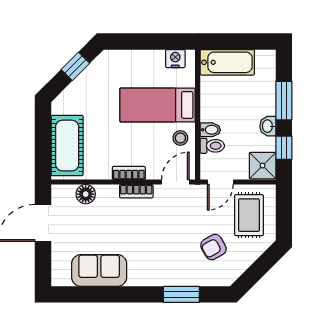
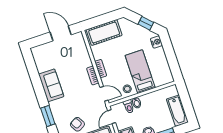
nightstand: (175, 59) -> (156, 42), moved
bathtub: (227, 62) -> (177, 111), moved
door: (220, 182) -> (112, 117), hinge flipped
floor lamp: (86, 194) -> (83, 50), removed
sofa: (99, 270) -> (51, 85), moved

